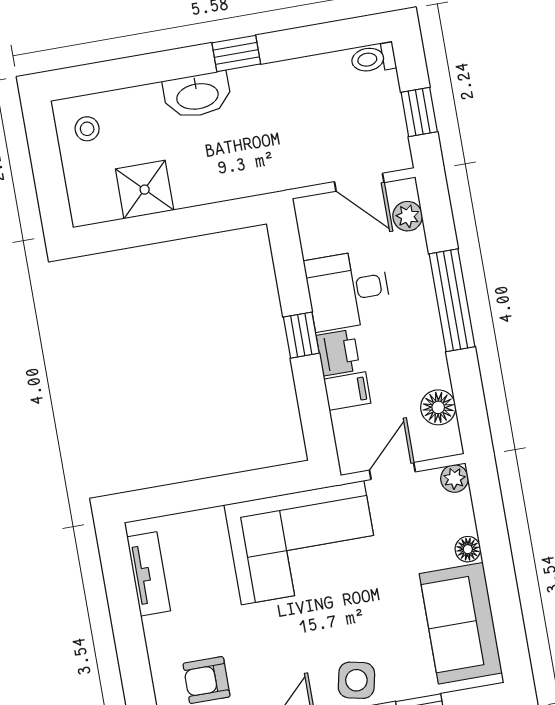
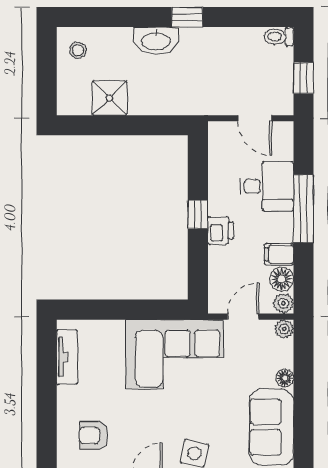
plant: (408, 216) -> (283, 303), moved
desk: (348, 290) -> (267, 186), moved, turned 180
filing cabinet: (347, 391) -> (279, 254), moved, turned 180

